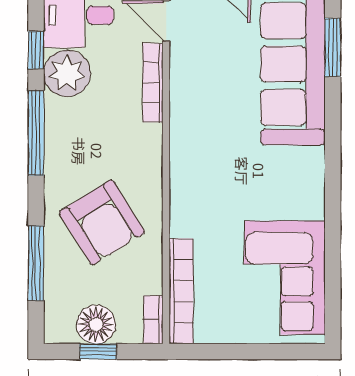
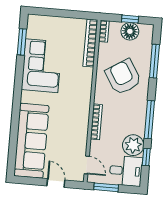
window: (333, 47) -> (22, 42), moved
bookcase: (153, 83) -> (96, 122), moved
corner sofa: (285, 278) -> (42, 66), moved

